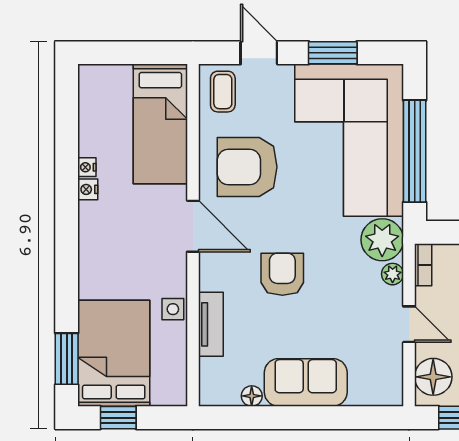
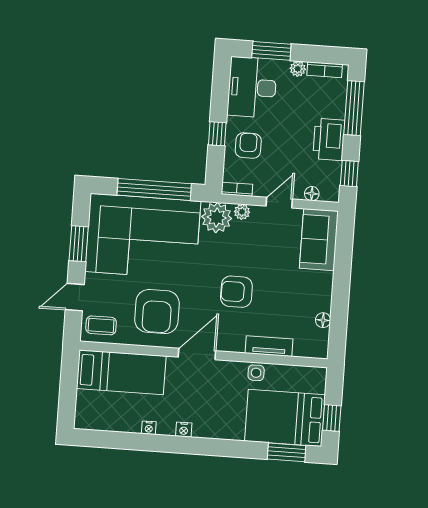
nightstand: (88, 189) -> (184, 430), moved
floor lamp: (433, 377) -> (312, 194), width x0.53, depth x0.53
sofa: (306, 382) -> (319, 240), moved

